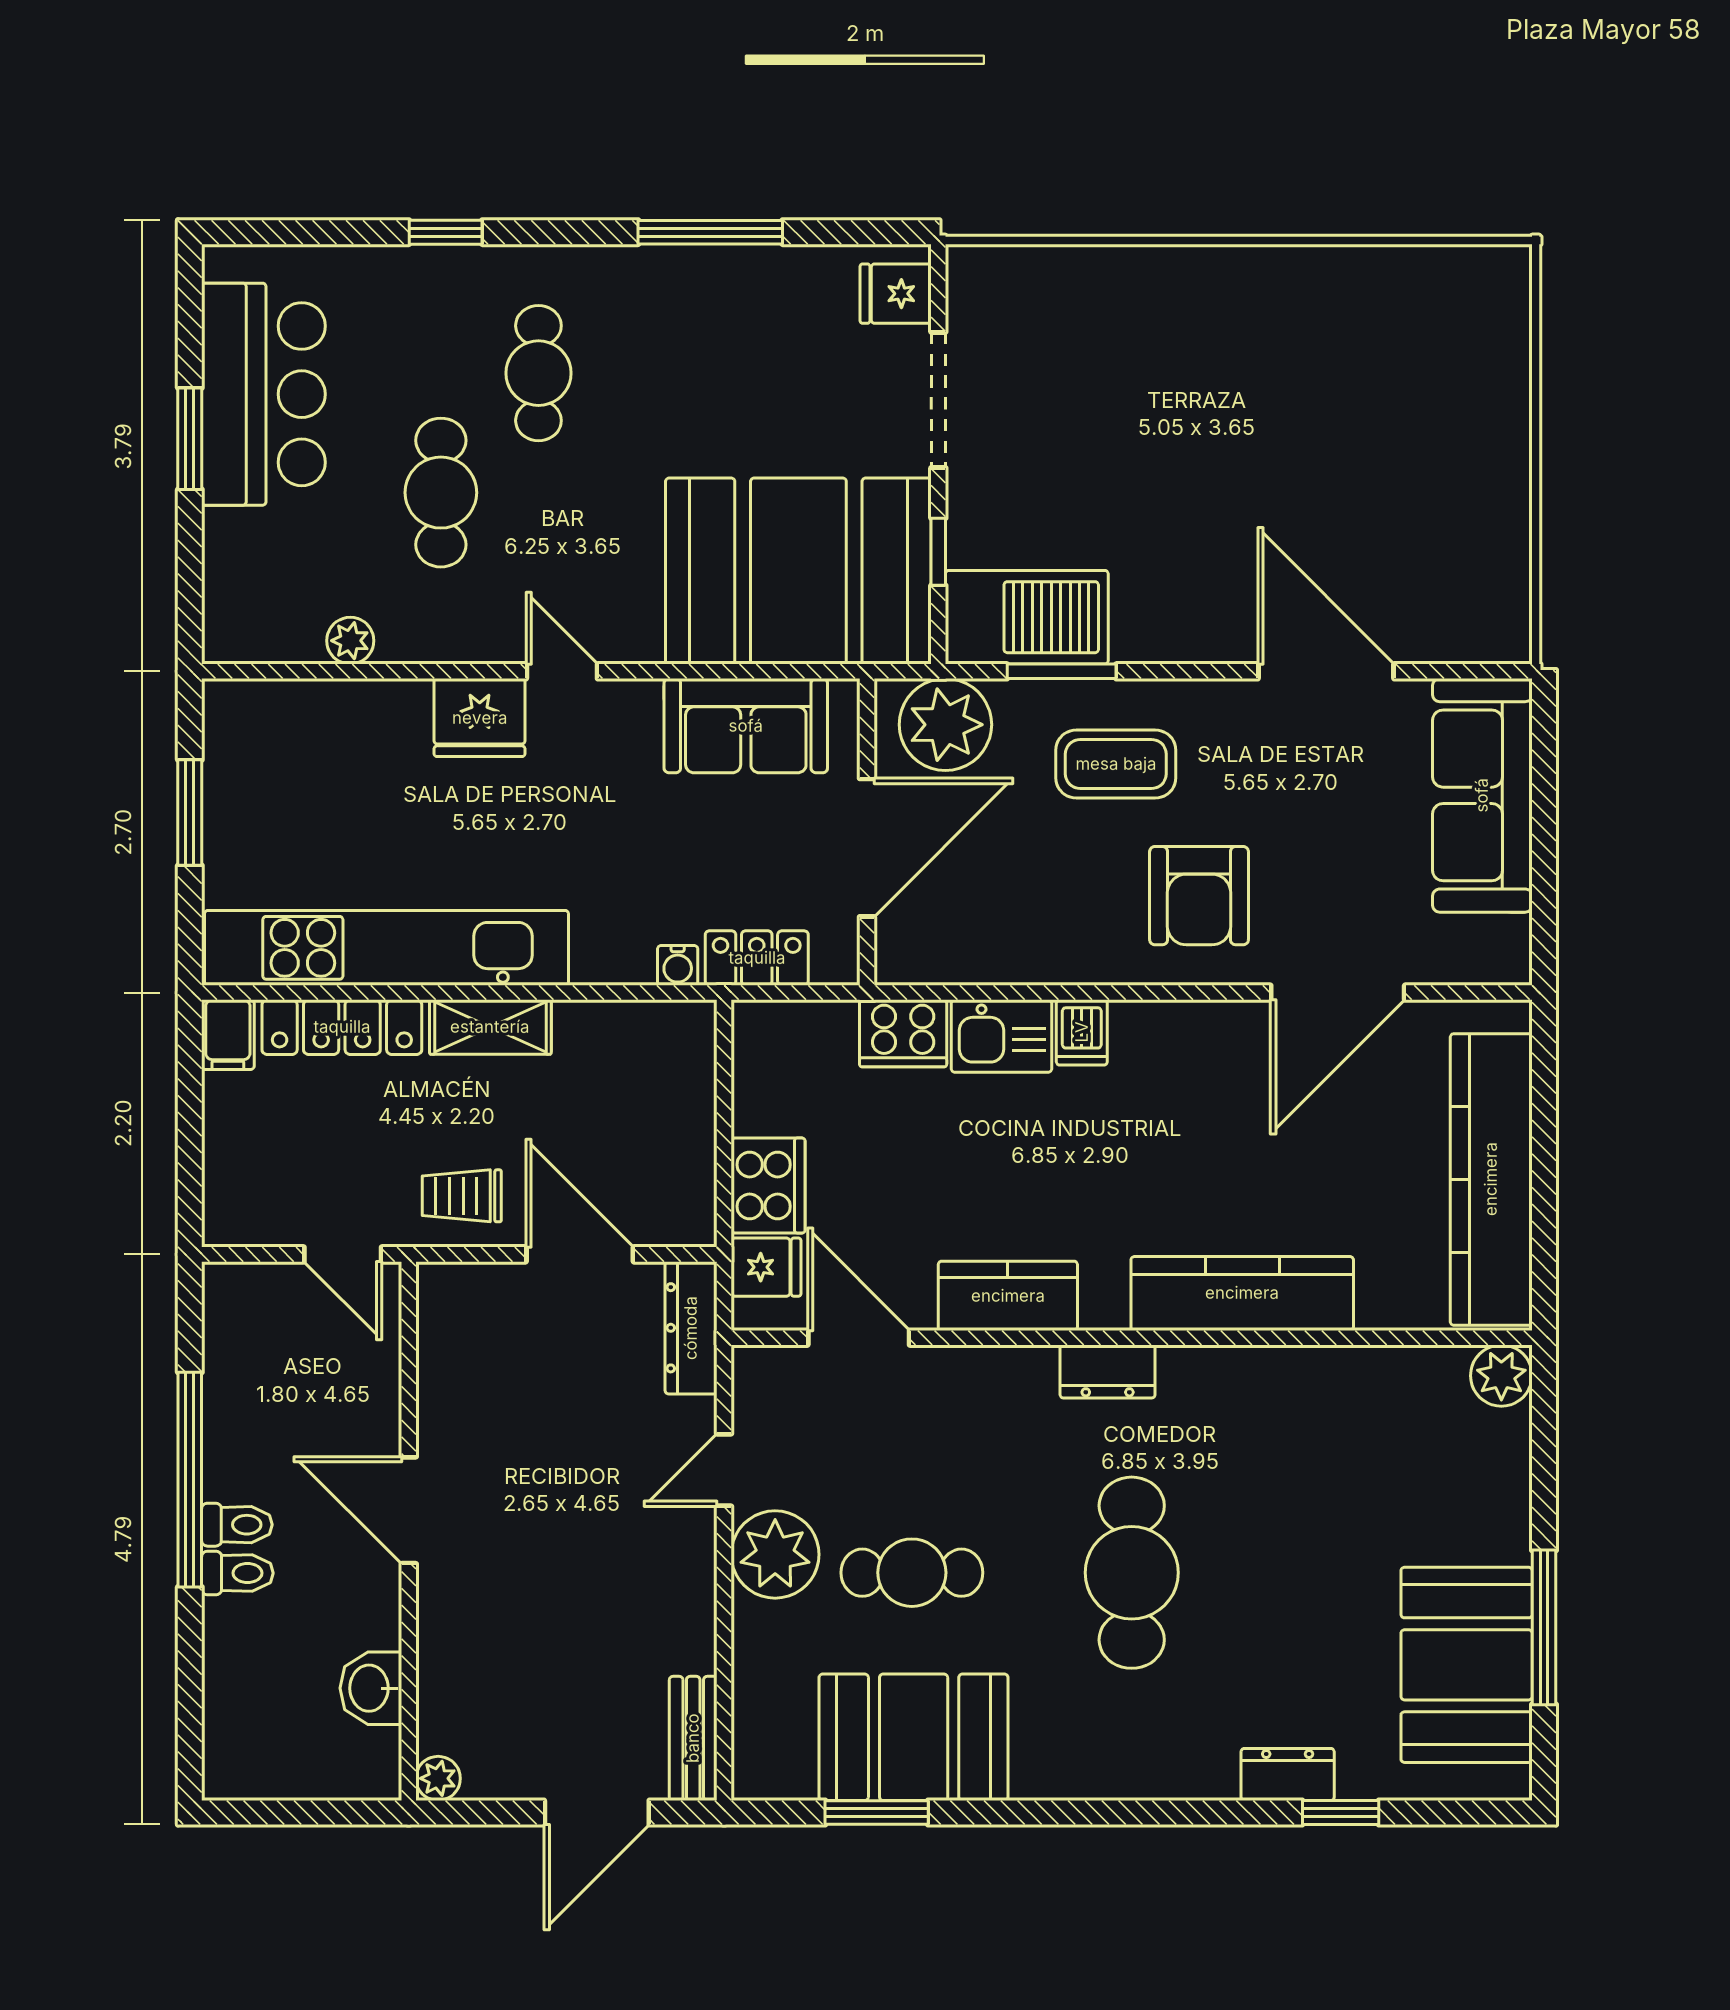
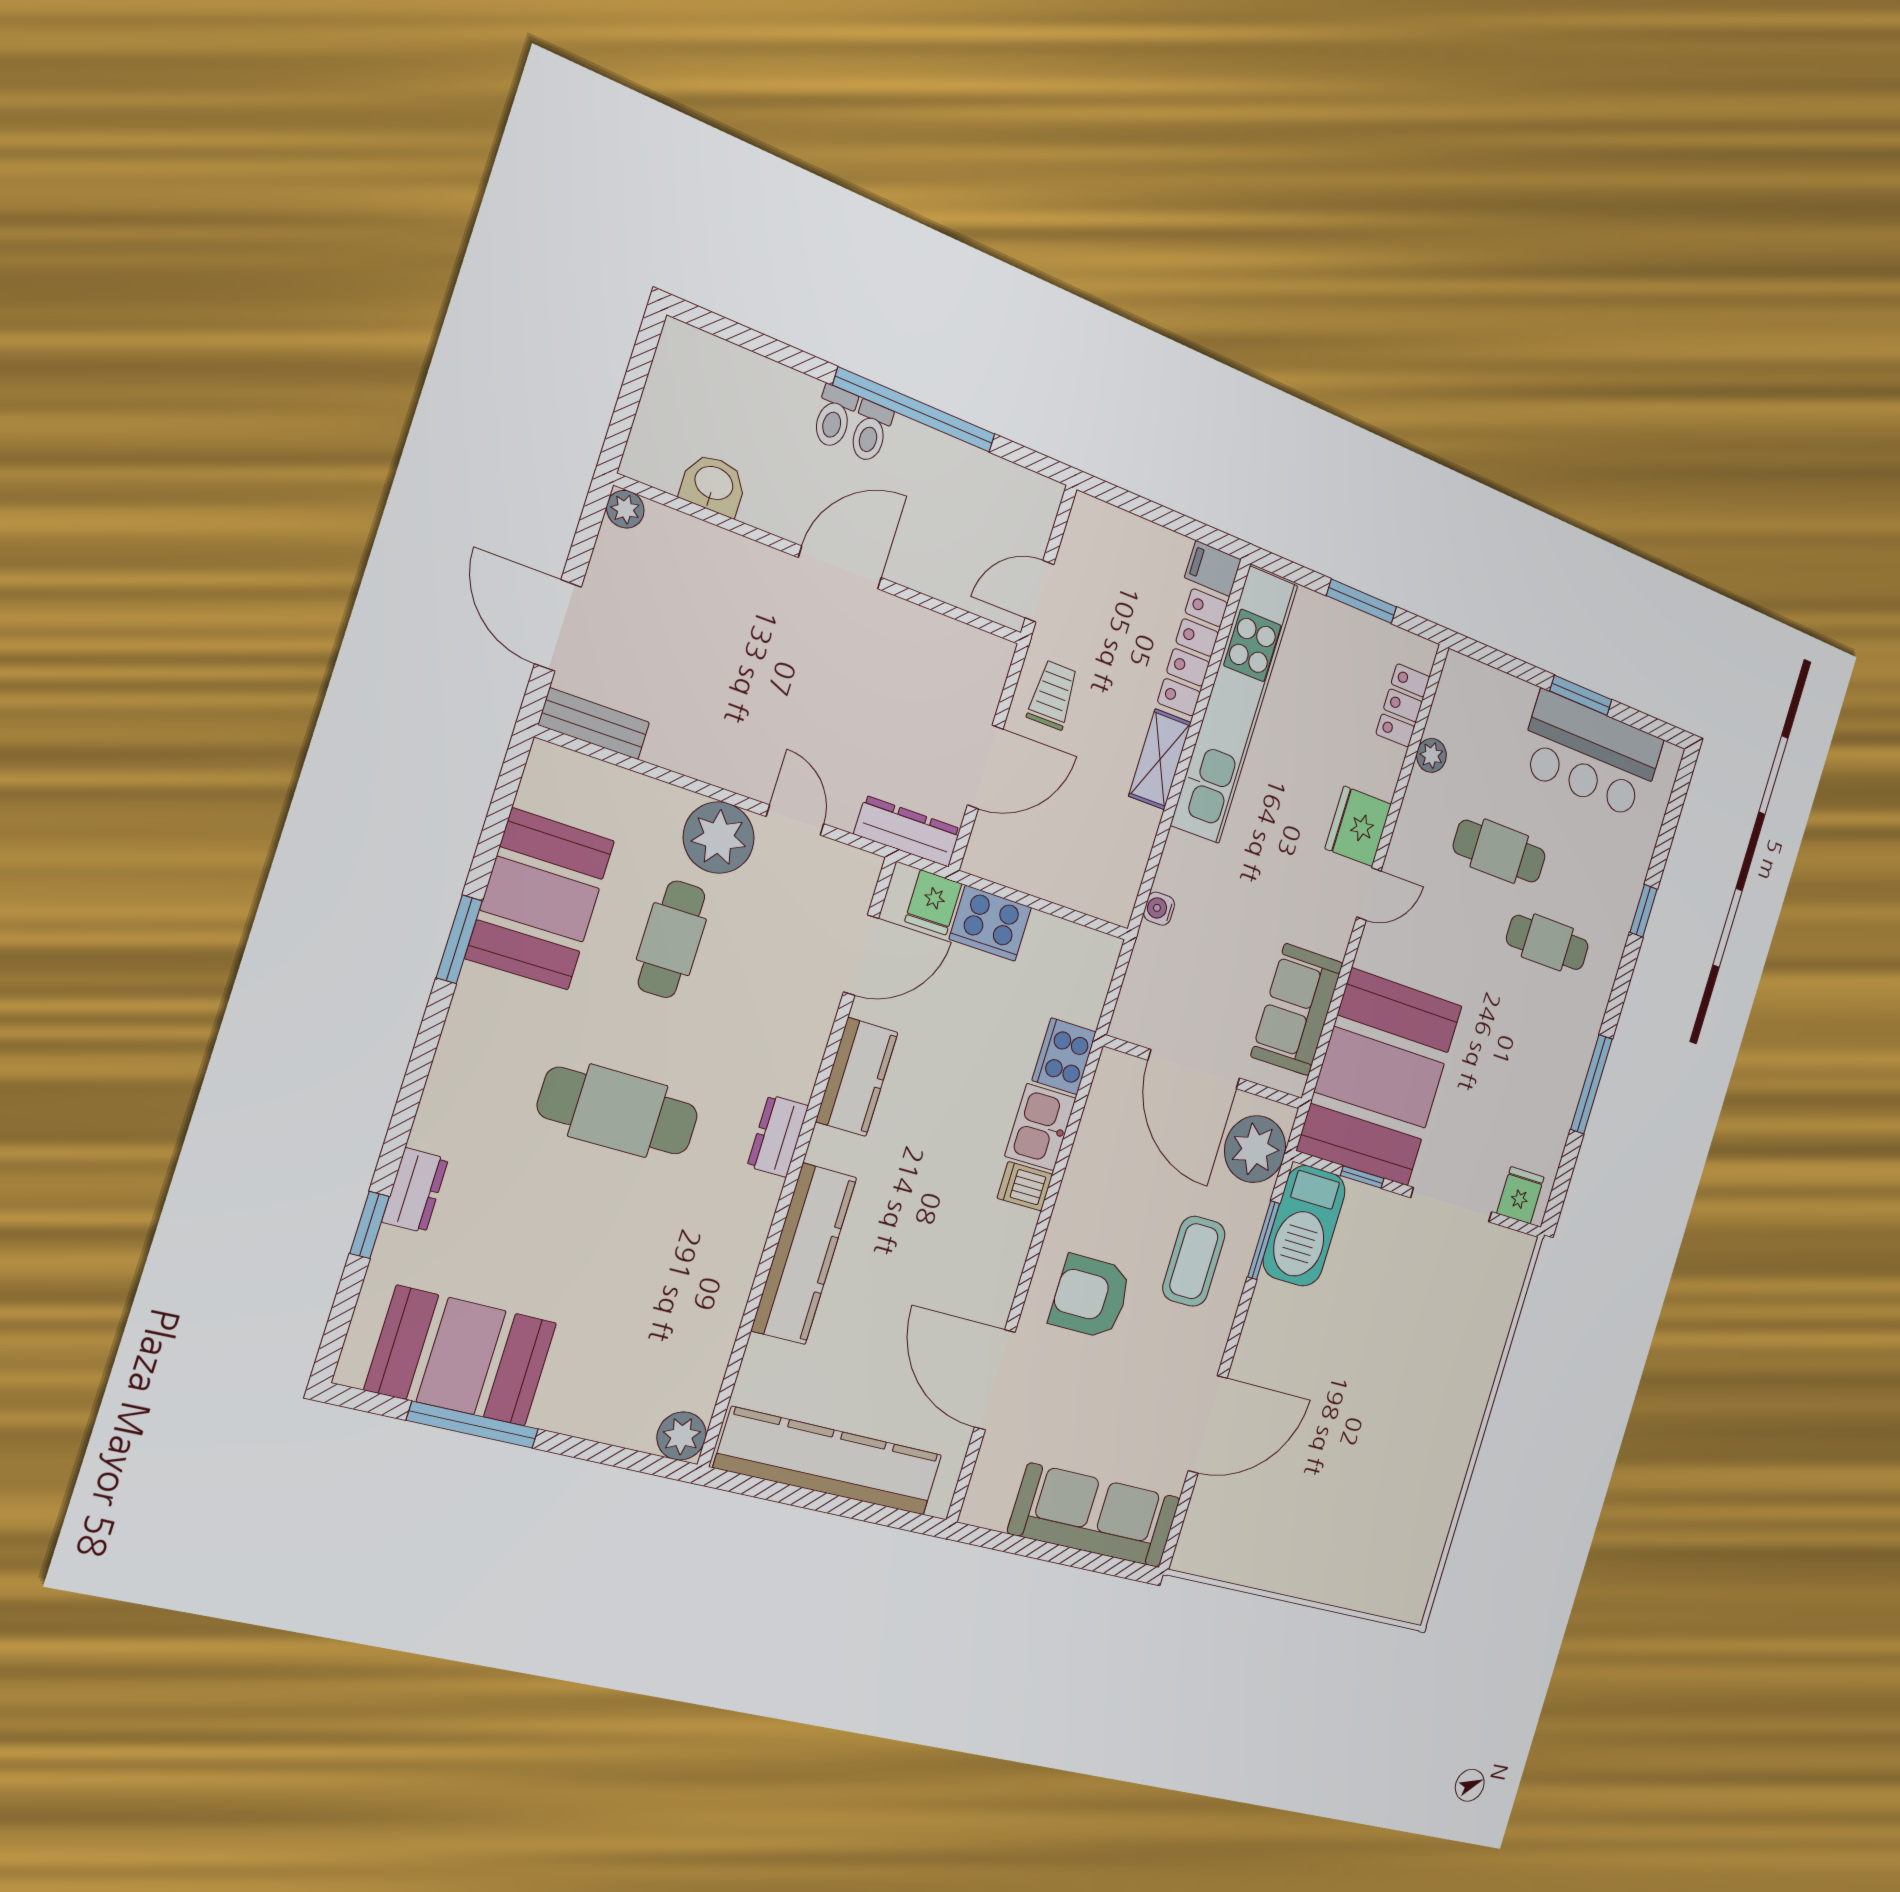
locker: (757, 958) -> (1403, 705), moved, turned 180
window: (877, 1812) -> (459, 939), moved

